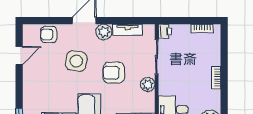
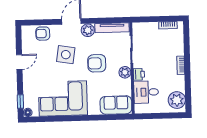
tv unit: (128, 30) -> (112, 28), width x1.41
printer: (165, 31) -> (139, 74), moved
door: (19, 56) -> (19, 62), moved

